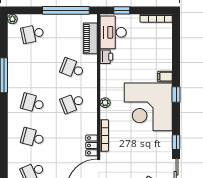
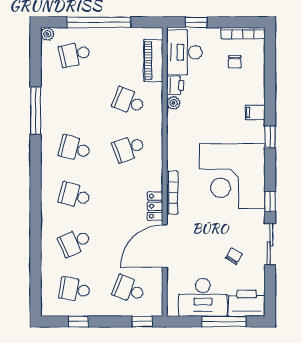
window: (66, 10) -> (99, 22), moved
chair: (150, 39) -> (235, 62), added
plant: (105, 103) -> (173, 103), moved
corner desk: (148, 107) -> (232, 176), moved

